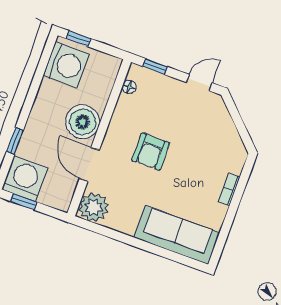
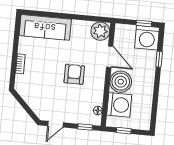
window: (78, 39) -> (124, 131), moved
washing machine: (66, 65) -> (119, 105), moved, turned 180

